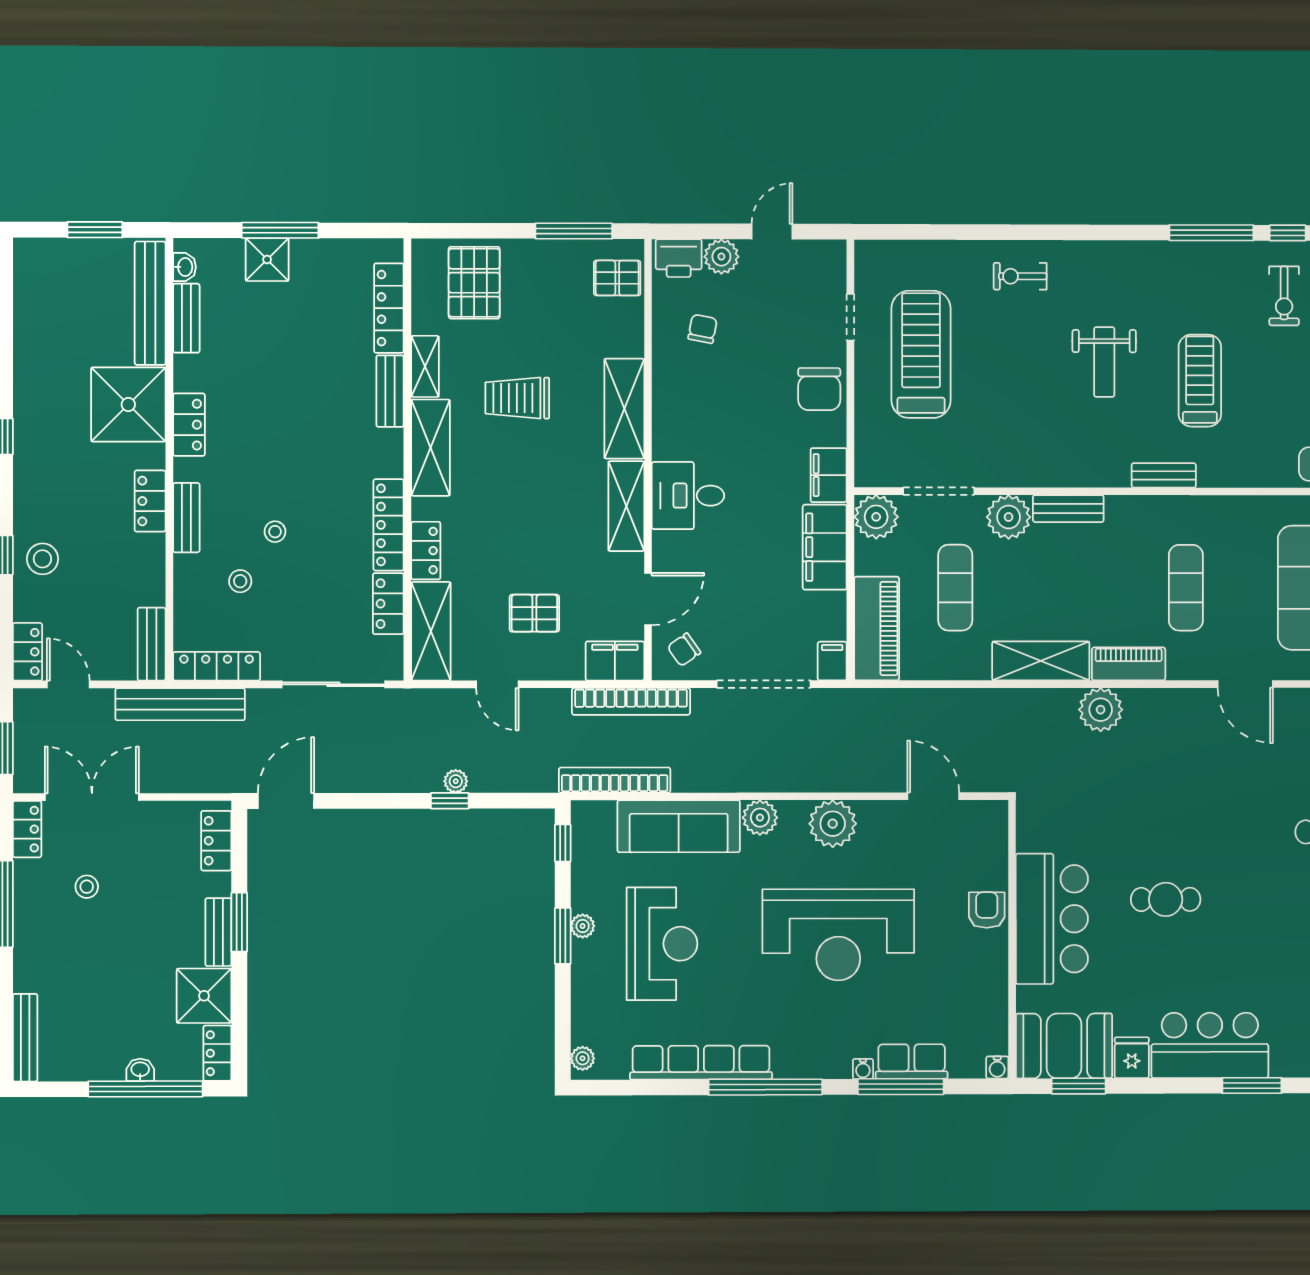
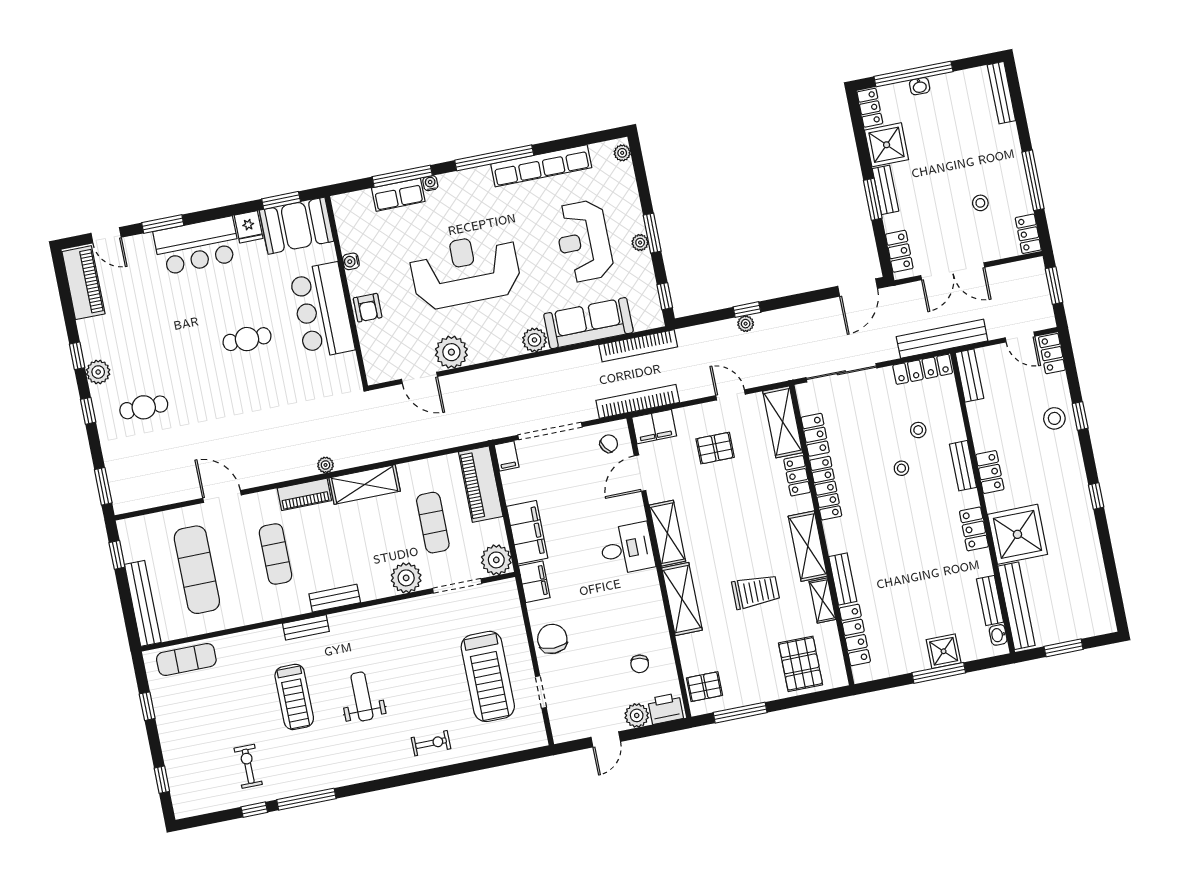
bench: (1068, 509) -> (335, 598), moved
plant: (1101, 710) -> (325, 465), width x0.53, depth x0.53
double door: (92, 797) -> (953, 271), moved
plant: (833, 824) -> (451, 352), moved
water cooler: (997, 1067) -> (351, 261), moved, turned -90

